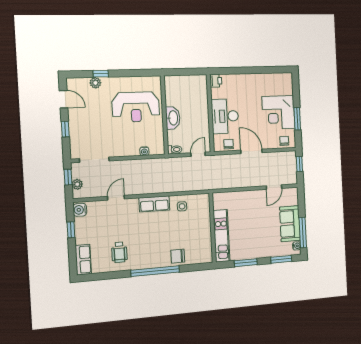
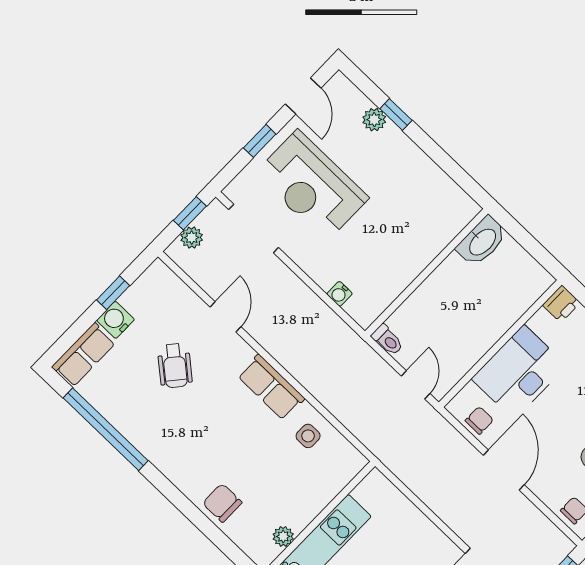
reception desk: (136, 107) -> (312, 186), moved
washbasin: (173, 118) -> (482, 241), moved
door: (198, 154) -> (416, 385), hinge flipped
door: (116, 198) -> (226, 317), hinge flipped
water cooler: (80, 210) -> (116, 320), moved
plant: (207, 245) -> (283, 536), added
wheelchair: (119, 252) -> (175, 366), moved, turned -50
window: (155, 271) -> (106, 429), moved

